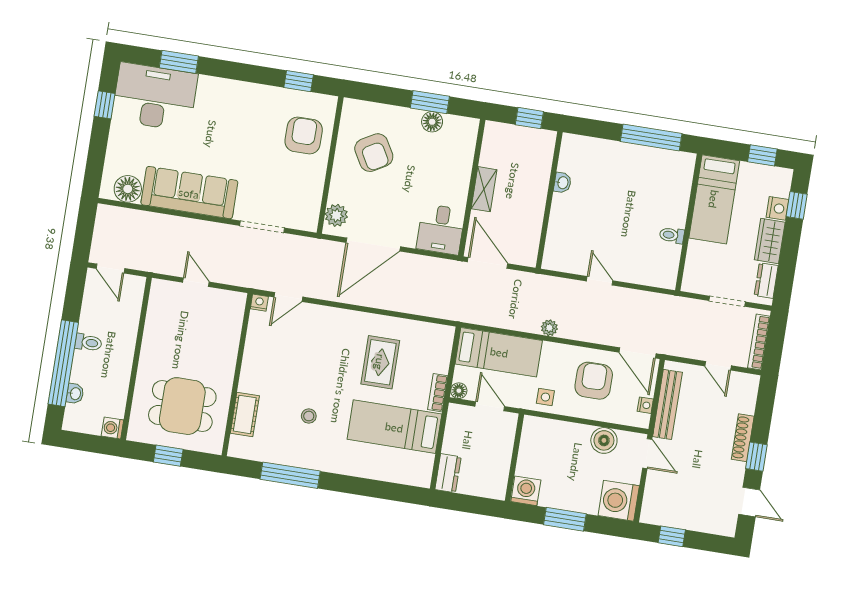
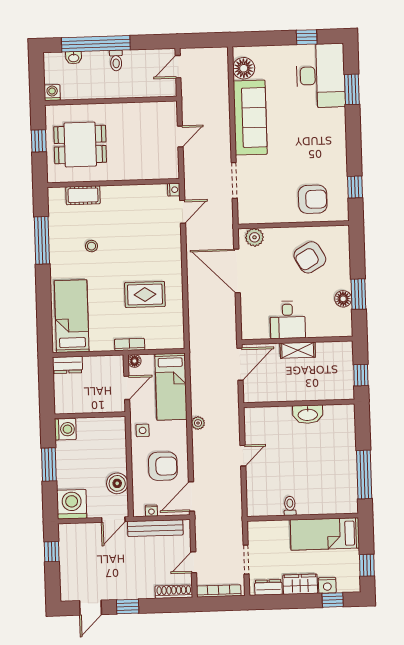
washbasin: (562, 183) -> (308, 414), width x1.91, depth x1.45
desk: (441, 229) -> (288, 320), moved, turned -90
door: (288, 297) -> (183, 212), swing flipped
dining table: (182, 406) -> (80, 145), turned 90
bed: (394, 427) -> (72, 316), moved
shoe rack: (743, 438) -> (174, 592), moved

